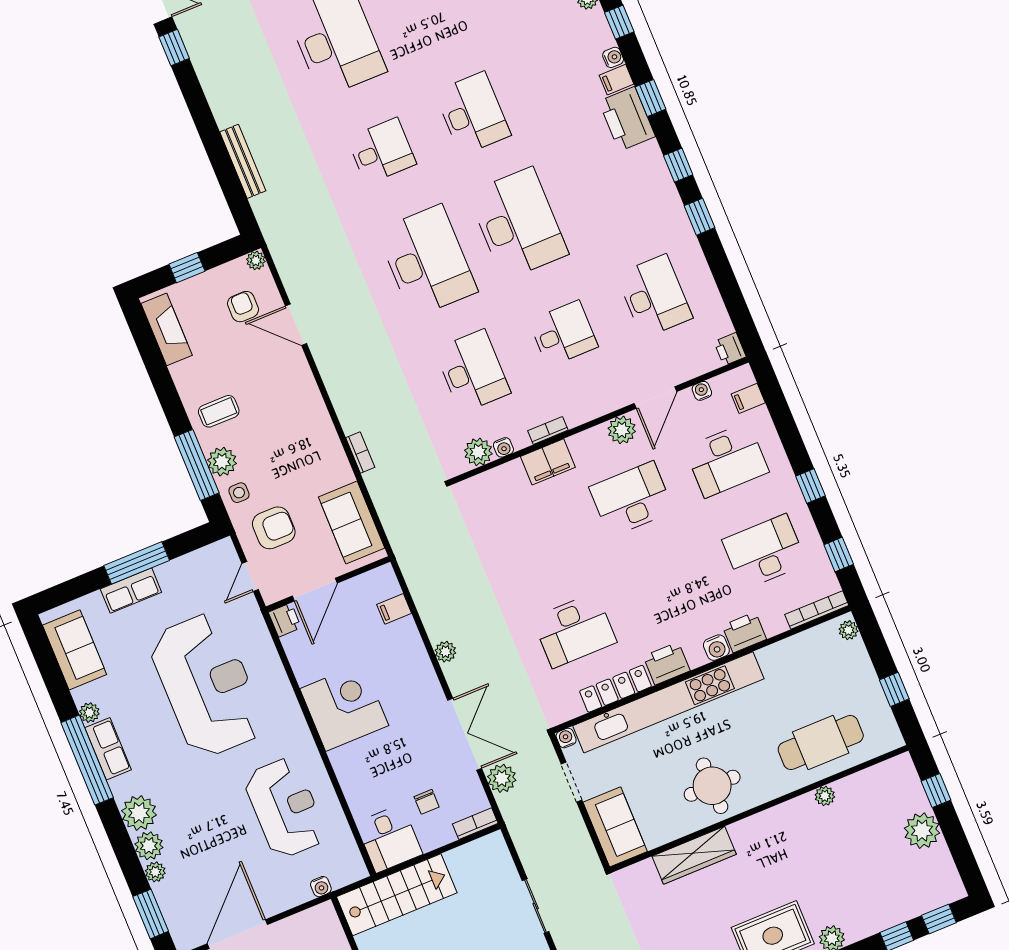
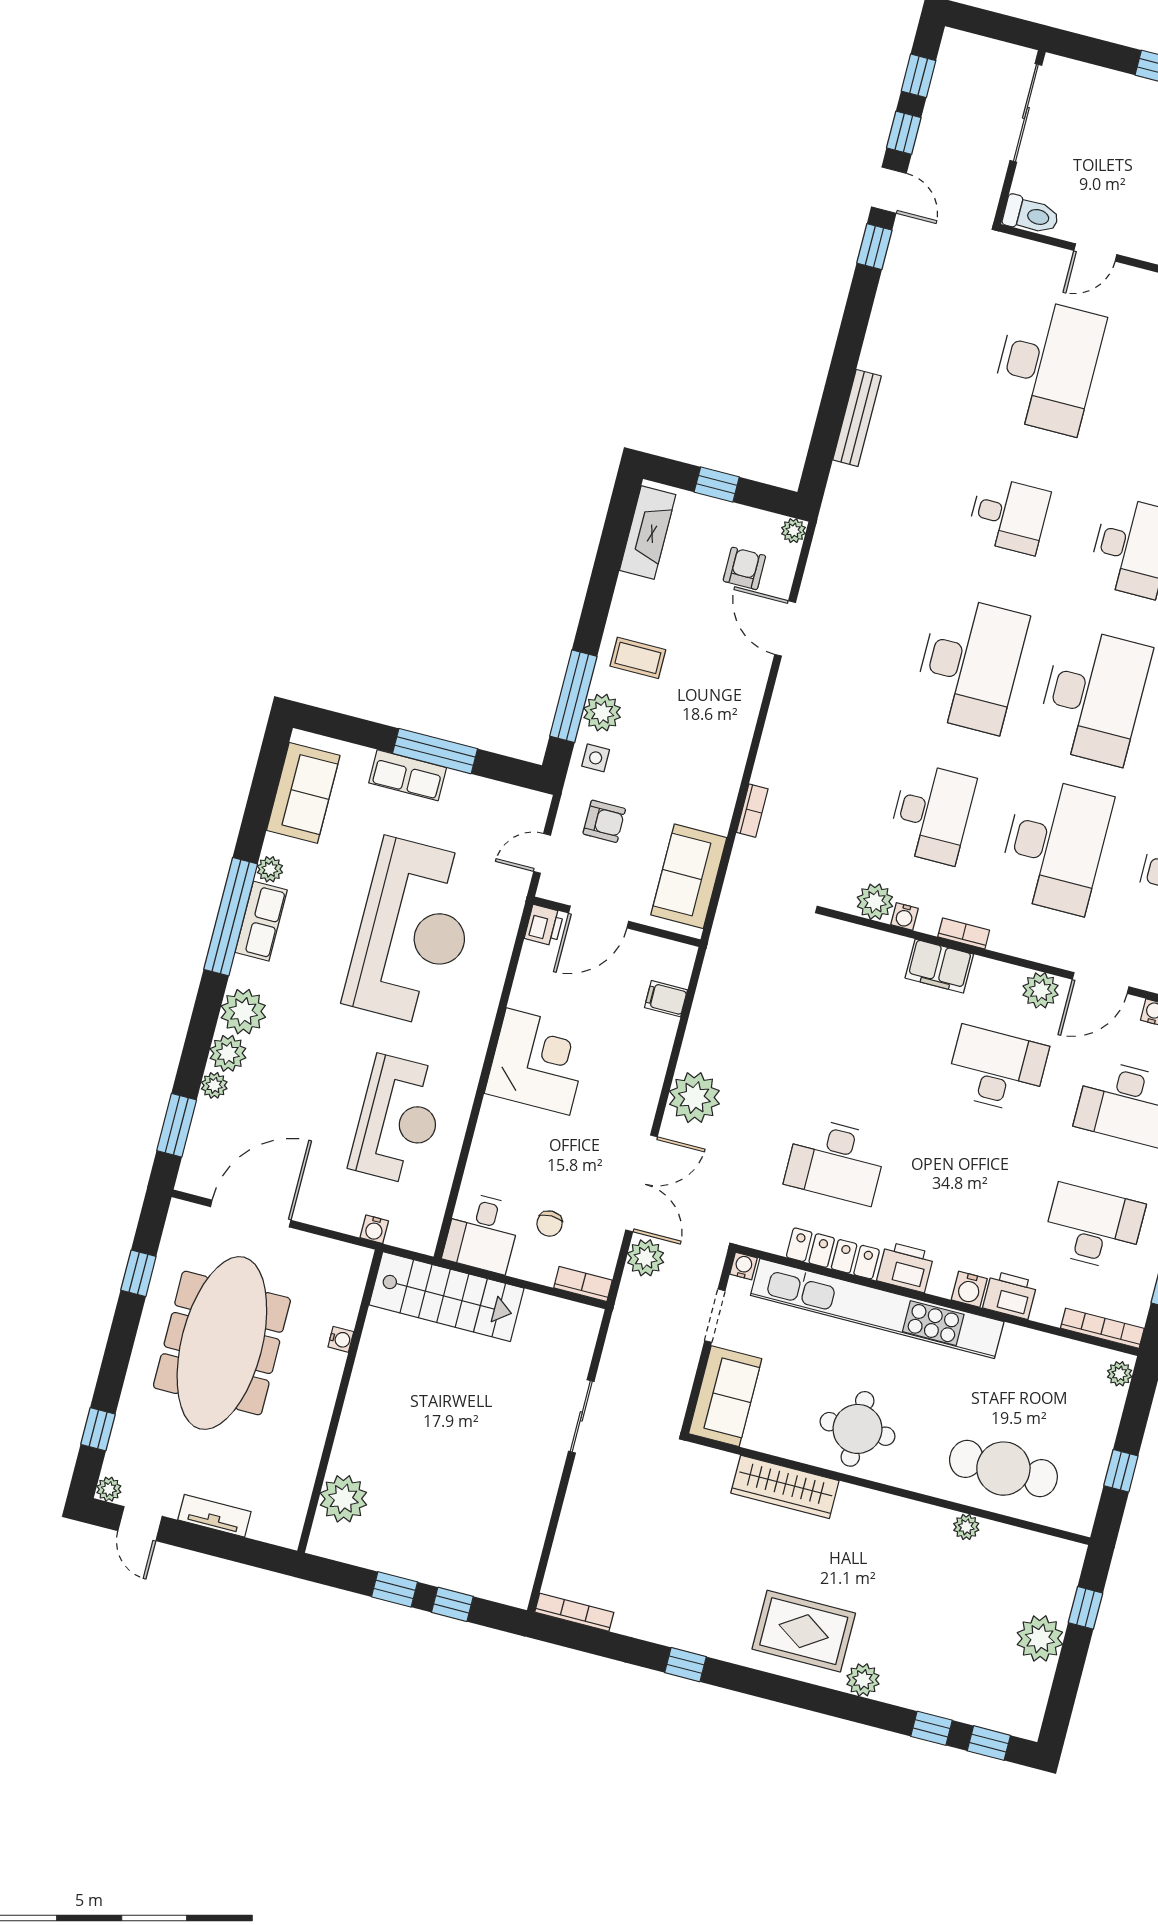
desk: (563, 334) -> (1055, 845), width x1.87, depth x1.30
armchair: (274, 528) -> (604, 821), width x0.72, depth x0.72
plant: (445, 652) -> (694, 1098), width x1.88, depth x1.88

